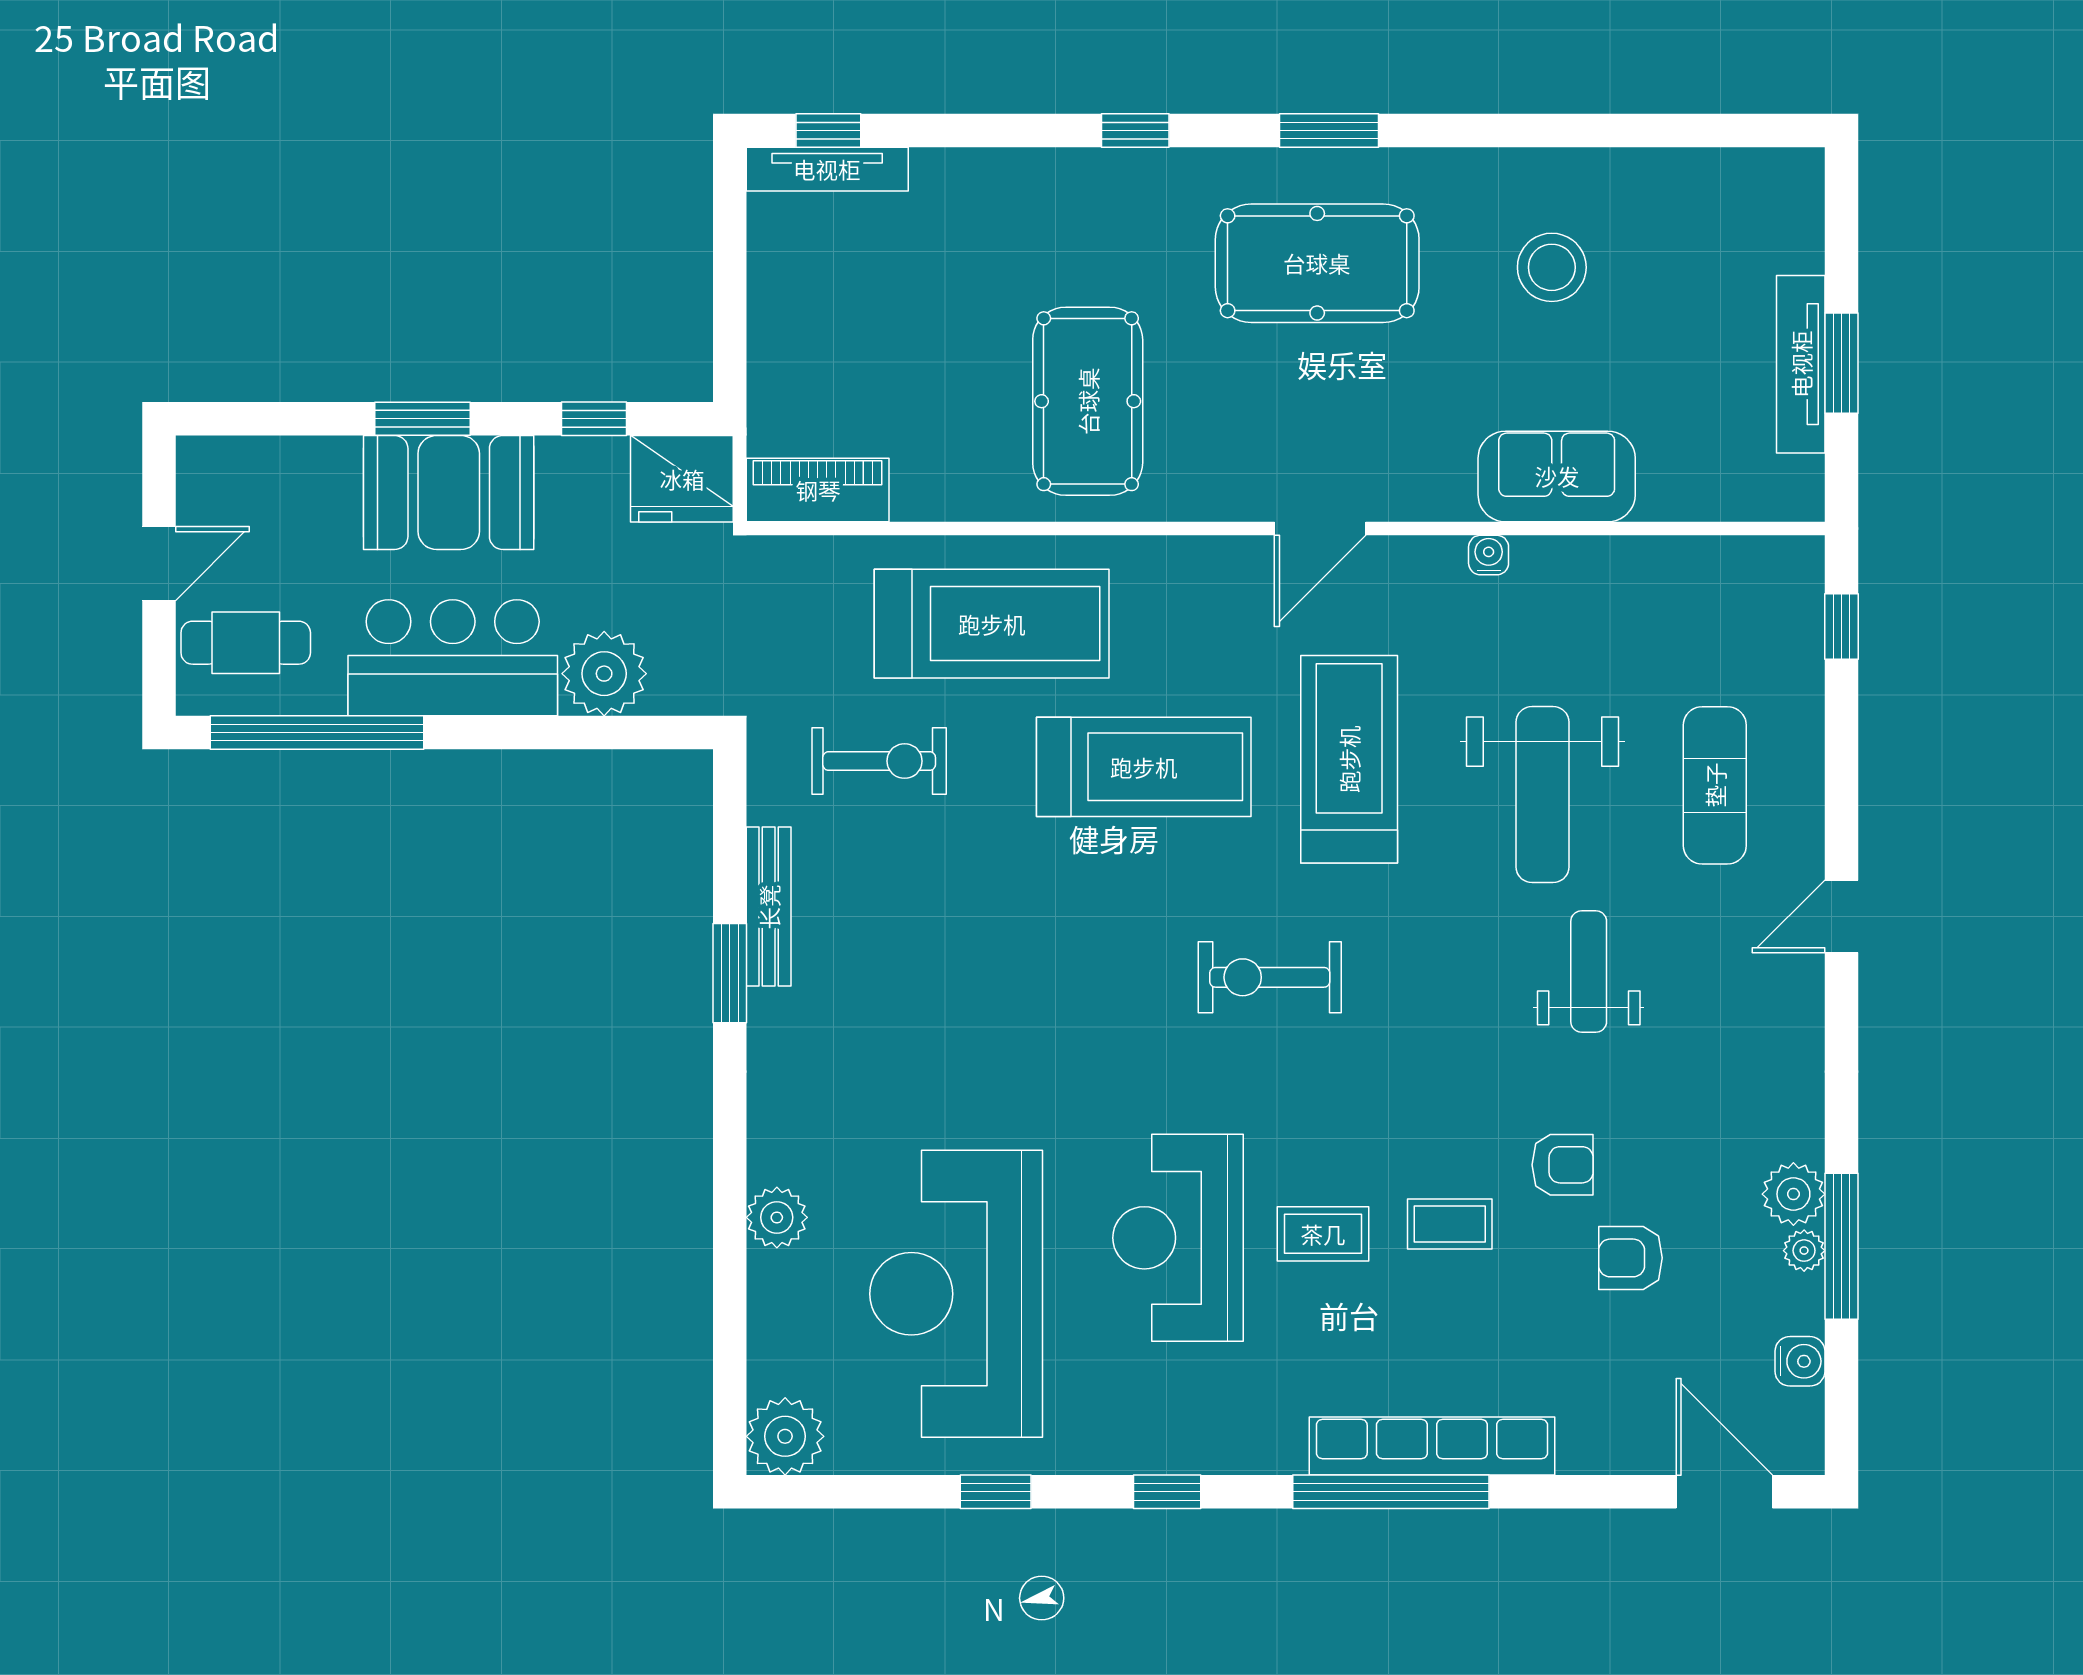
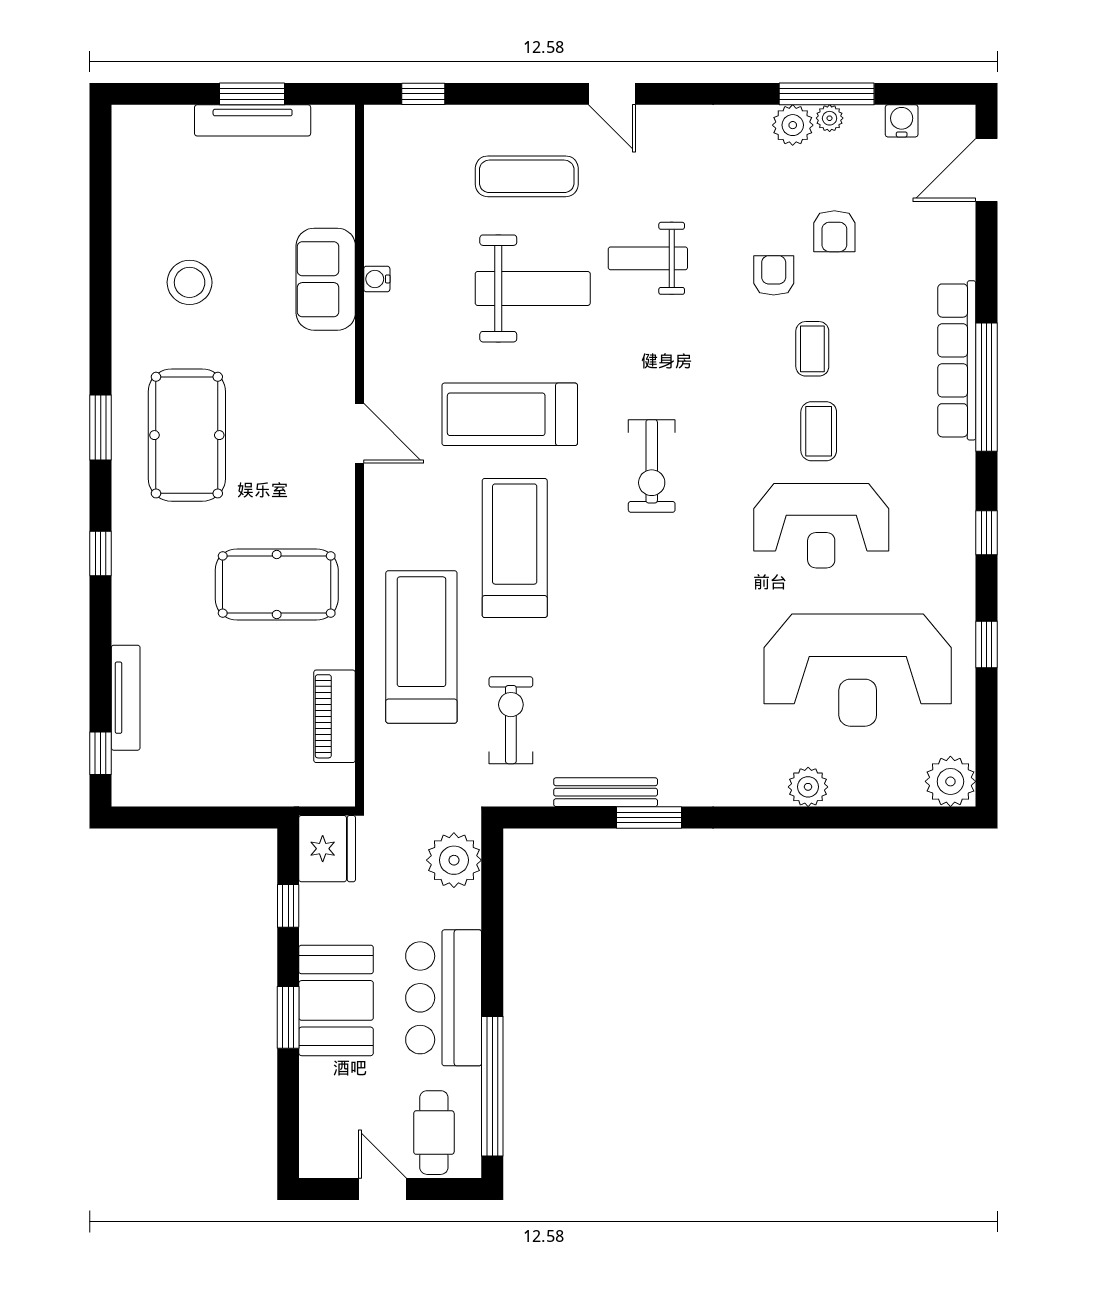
tv unit: (827, 169) -> (126, 698), moved
piano: (818, 490) -> (334, 716), moved
water cooler: (1489, 555) -> (377, 279), moved
plant: (604, 674) -> (454, 860), moved

